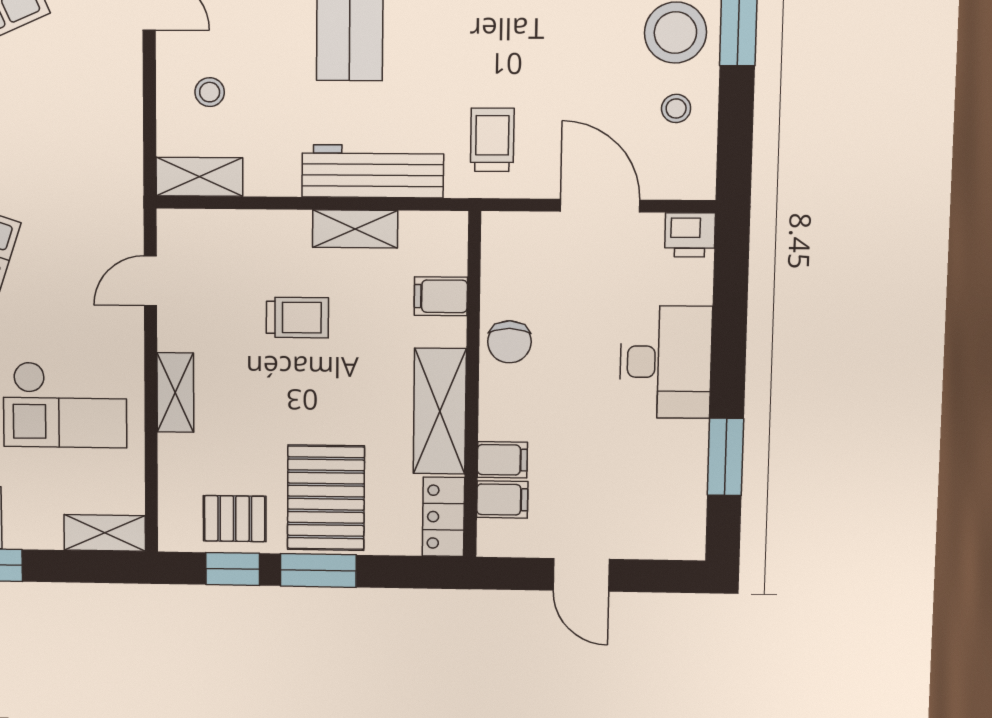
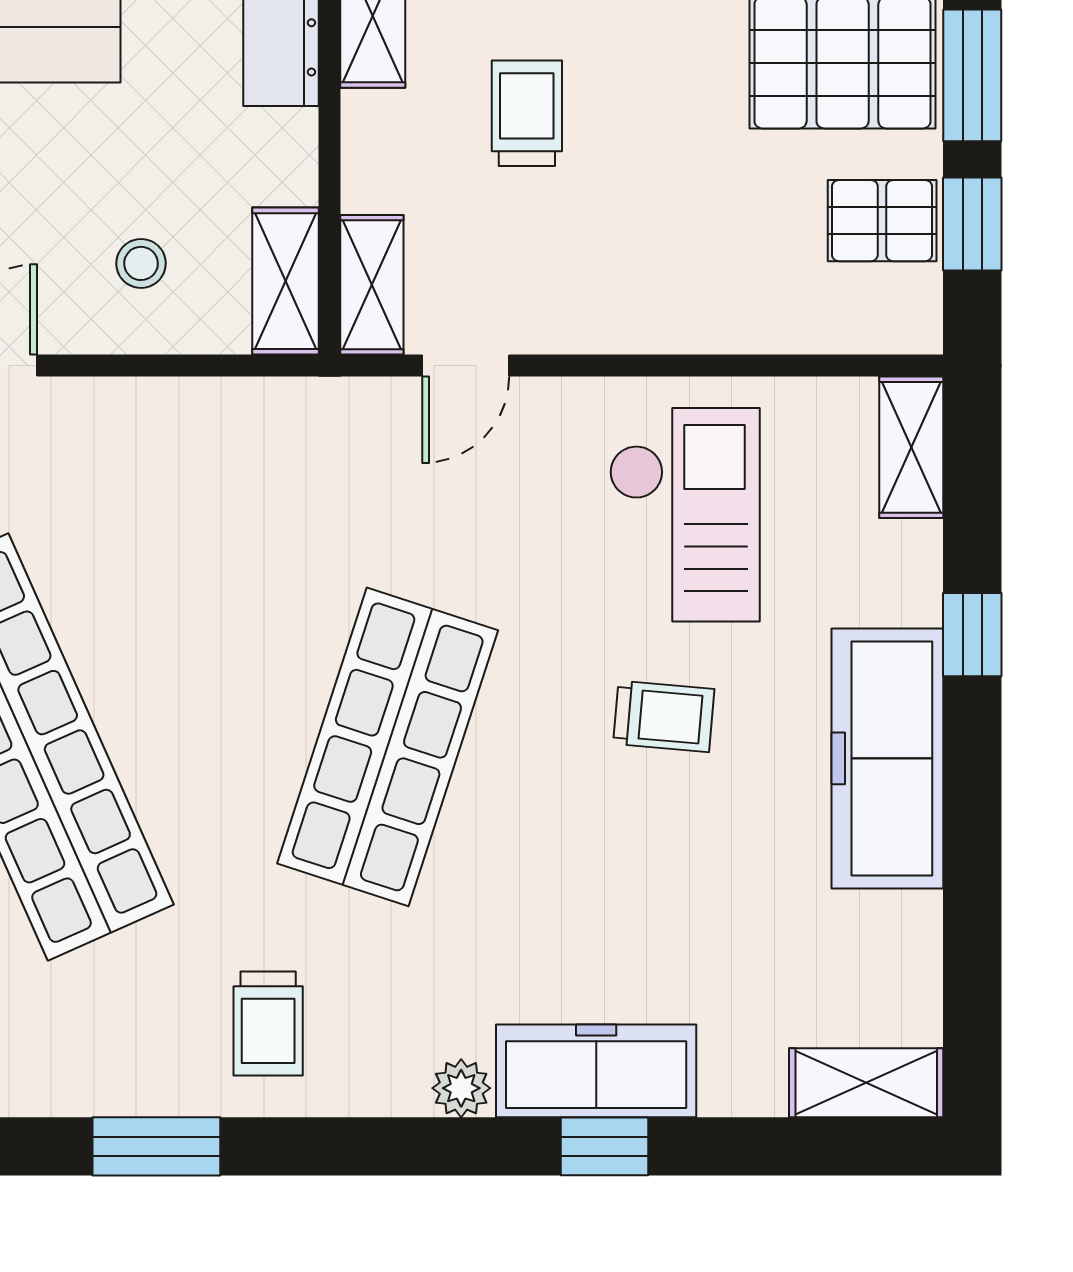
door: (150, 281) -> (466, 366), hinge flipped
shelving: (175, 392) -> (372, 285), moved, turned 90
pallet: (235, 519) -> (882, 221), turned 90

